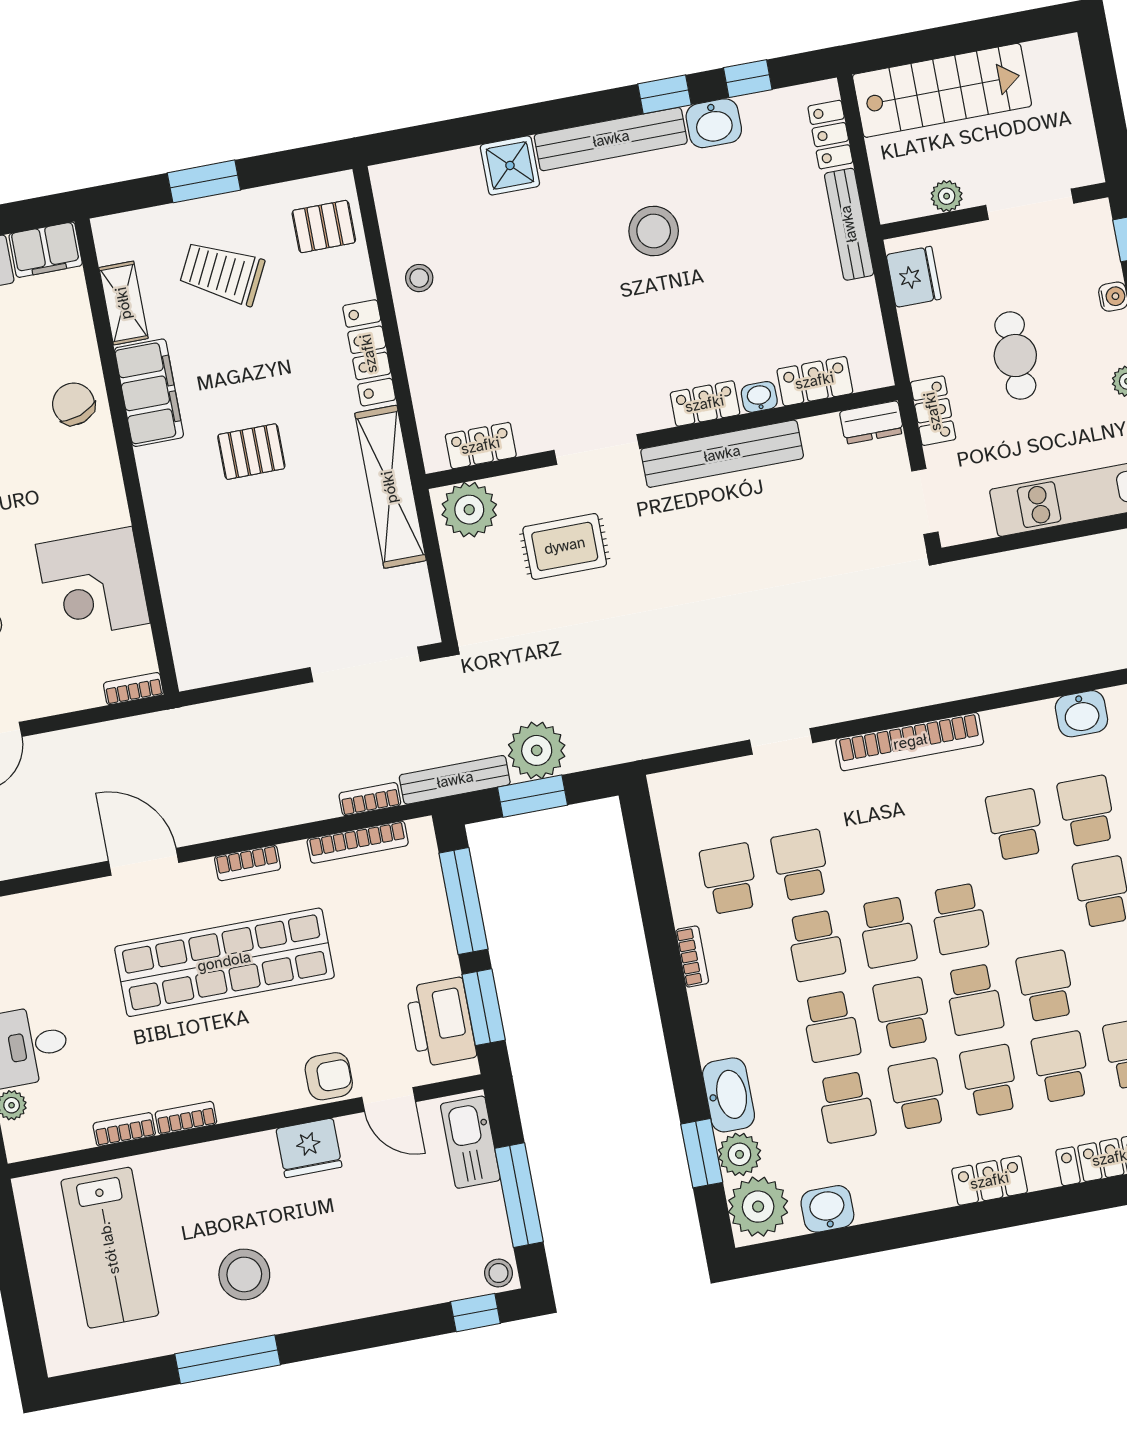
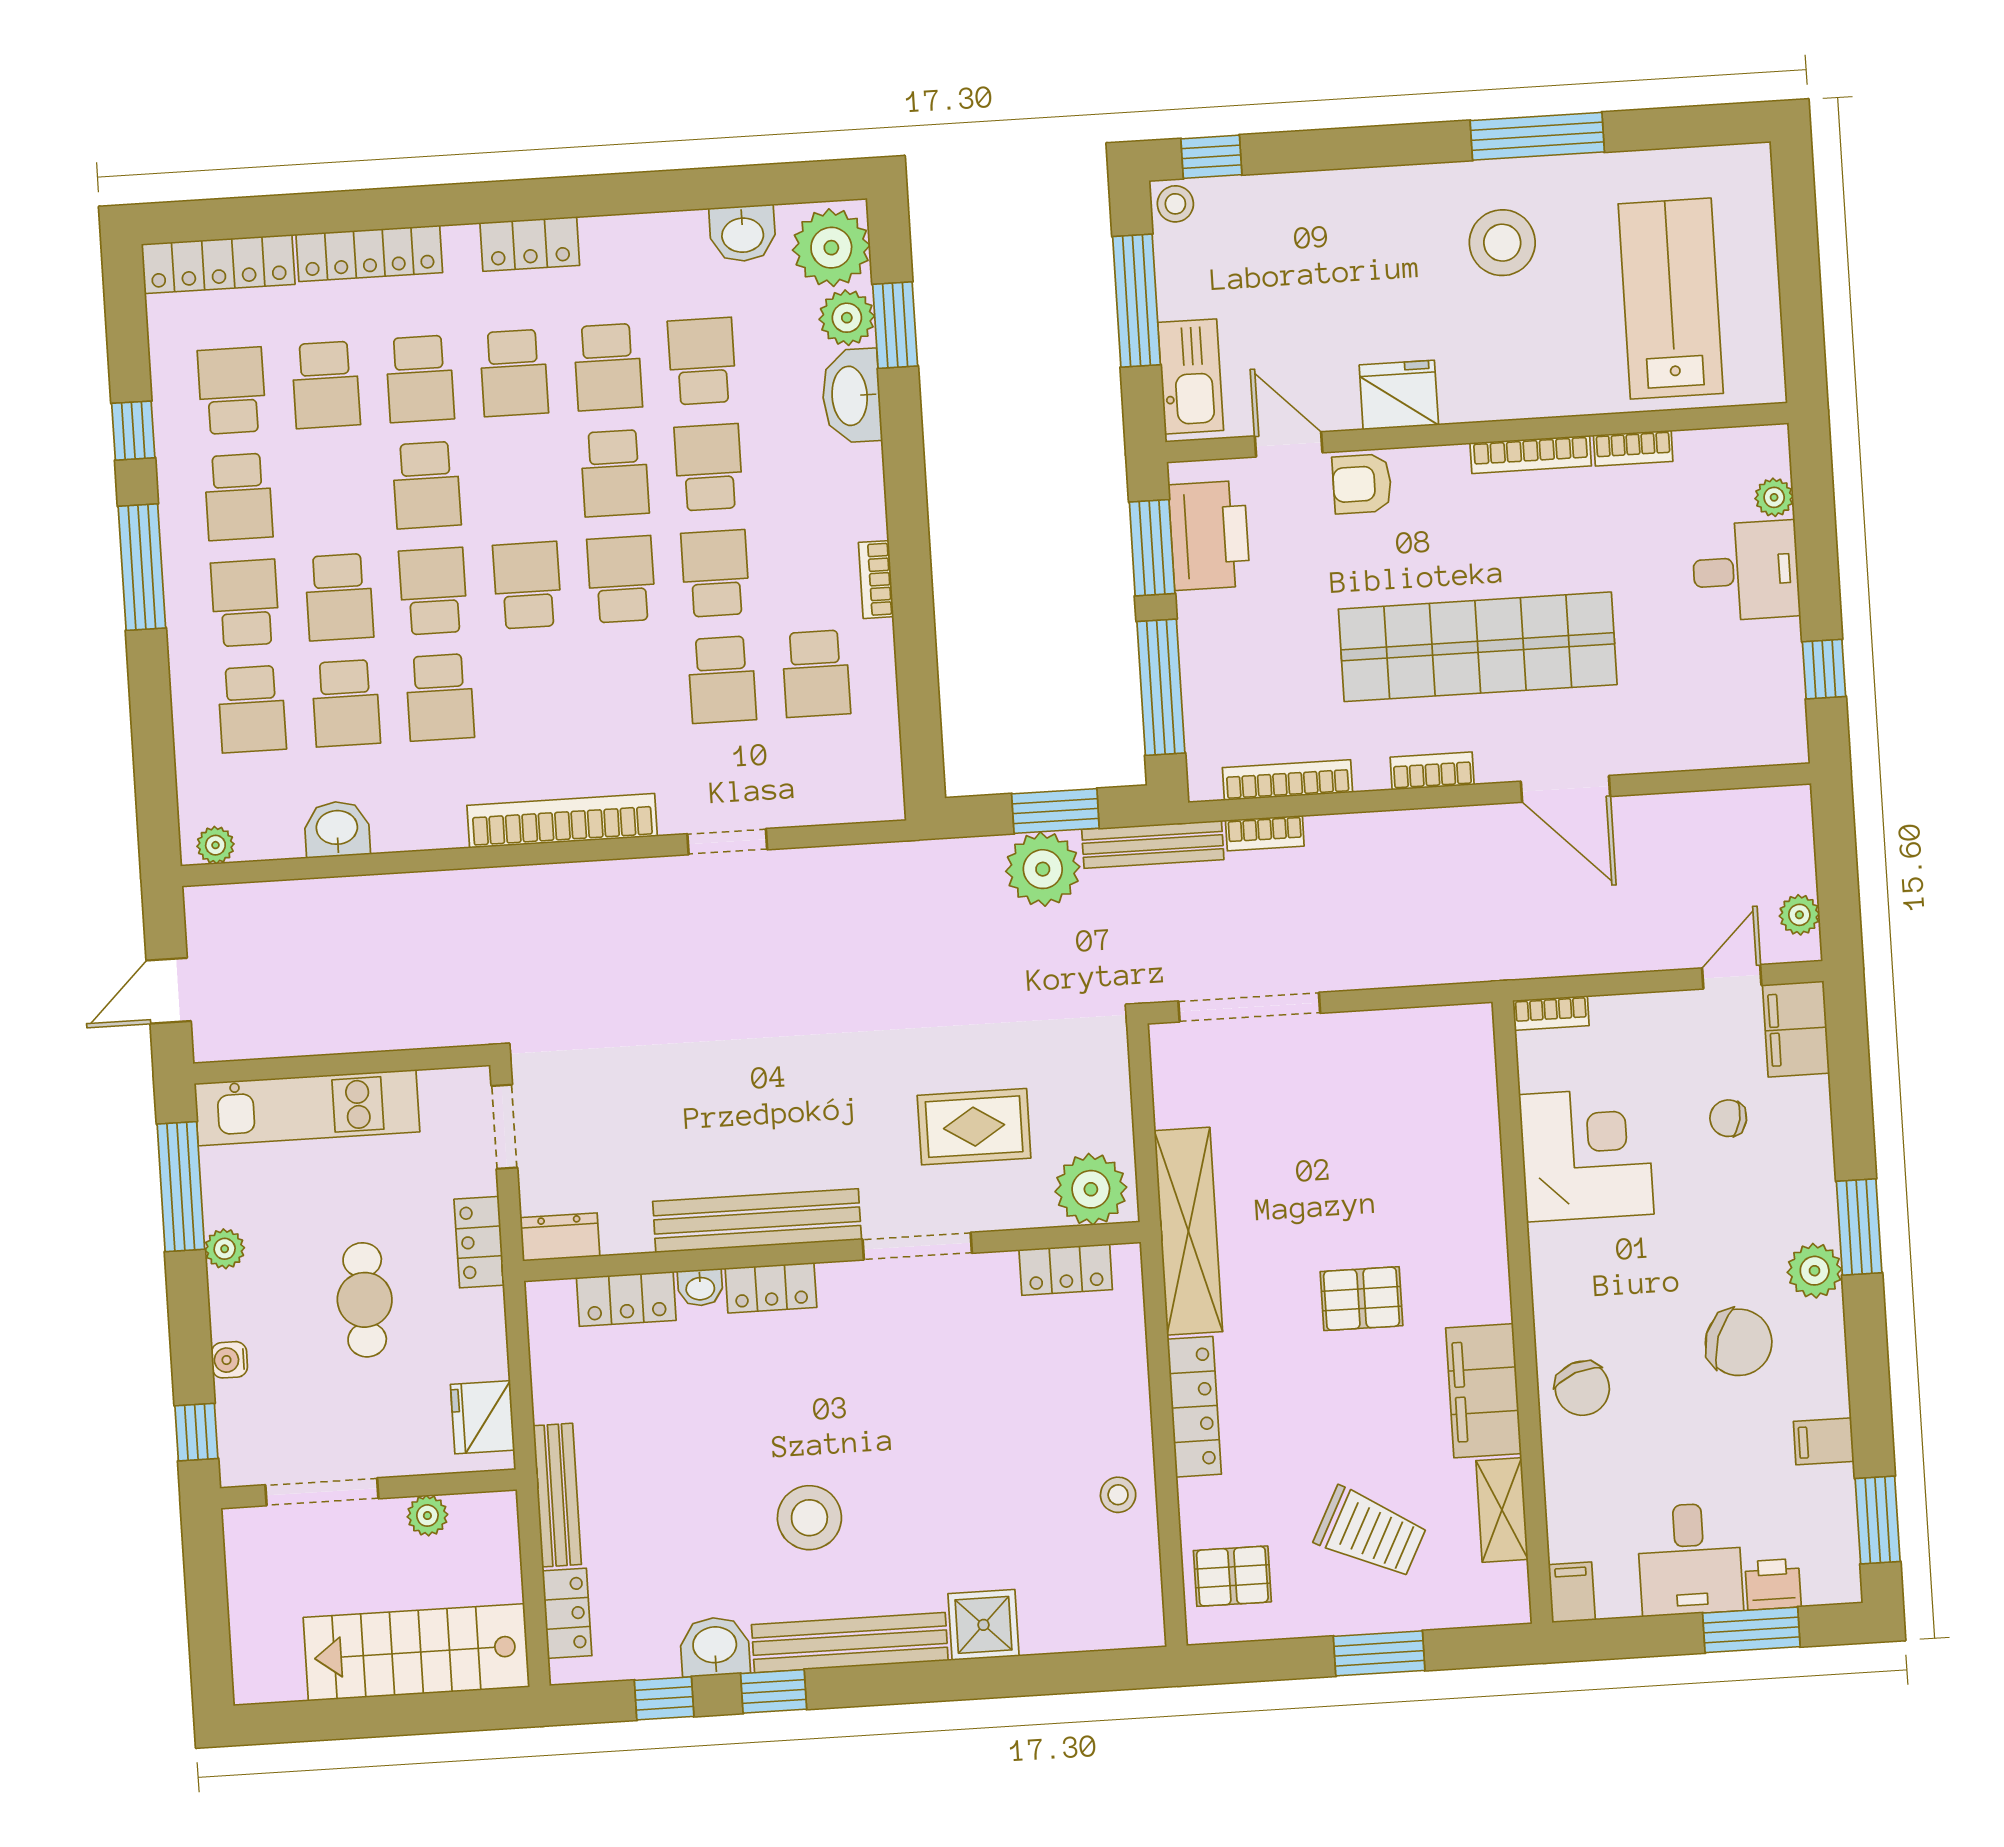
filing cabinet: (46, 250) -> (1572, 1592), width x0.50
school desk: (974, 1000) -> (433, 591), moved
bookcase: (186, 1118) -> (1531, 454), width x1.56

